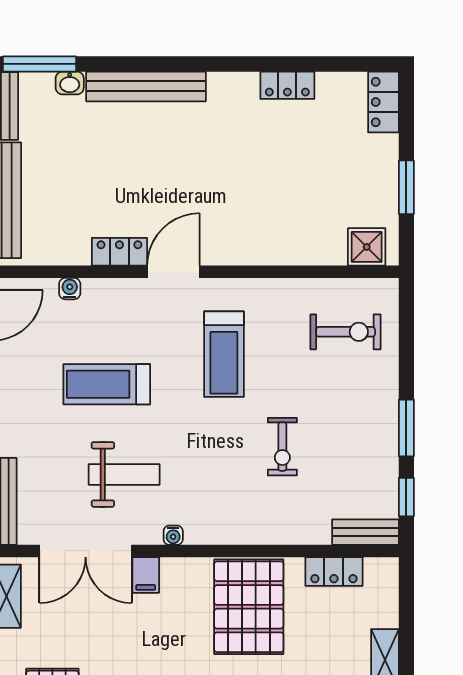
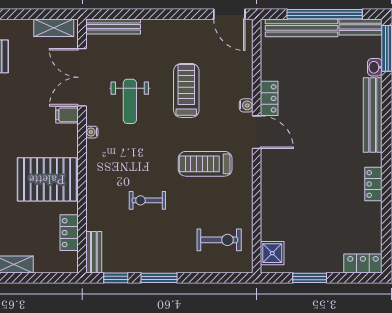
locker: (287, 85) -> (373, 184), moved
water cooler: (70, 289) -> (246, 105), moved
exercise bike: (346, 332) -> (219, 240), turned -90

